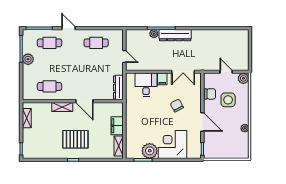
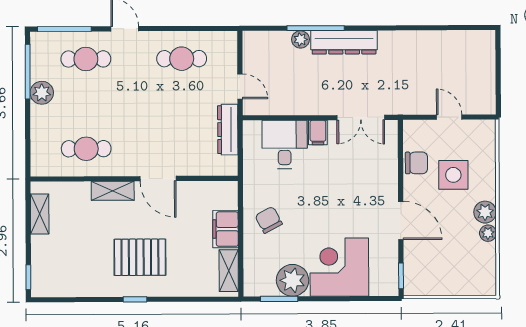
plant: (243, 78) -> (485, 212), moved
dresser: (118, 88) -> (228, 130), moved
chair: (177, 106) -> (269, 220), moved

